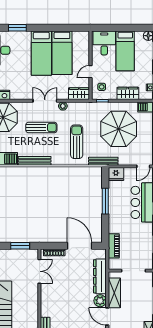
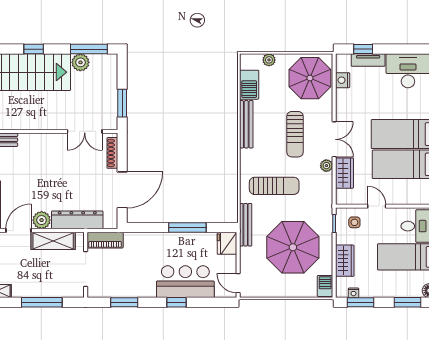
wardrobe: (79, 94) -> (345, 173), moved
piano: (114, 246) -> (105, 240), moved

